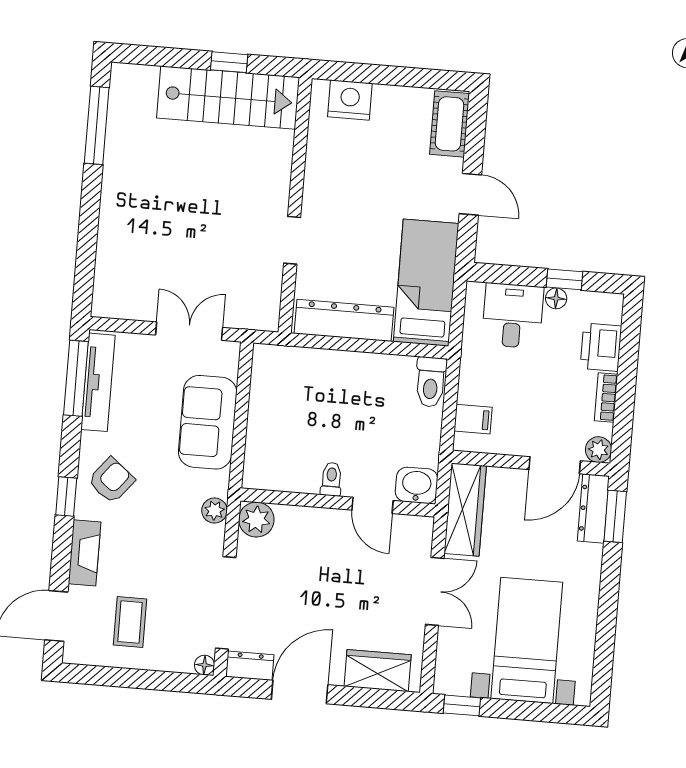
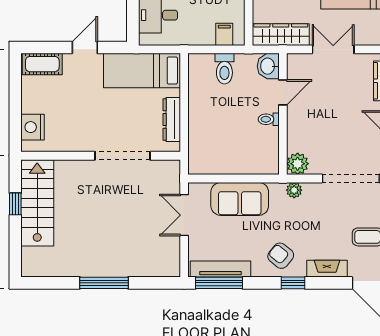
window: (97, 125) -> (104, 283), moved
doorway: (292, 240) -> (122, 156), width x1.88
dresser: (344, 320) -> (172, 120), width x0.73, depth x0.80
toilet: (431, 382) -> (224, 69), moved, turned 90

